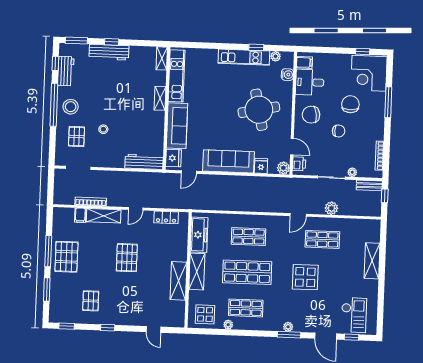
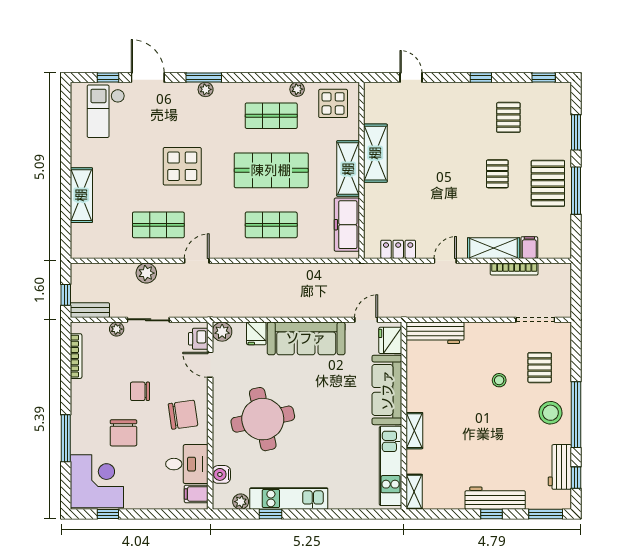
pallet: (127, 258) -> (497, 174), moved, width x0.67, depth x0.71

